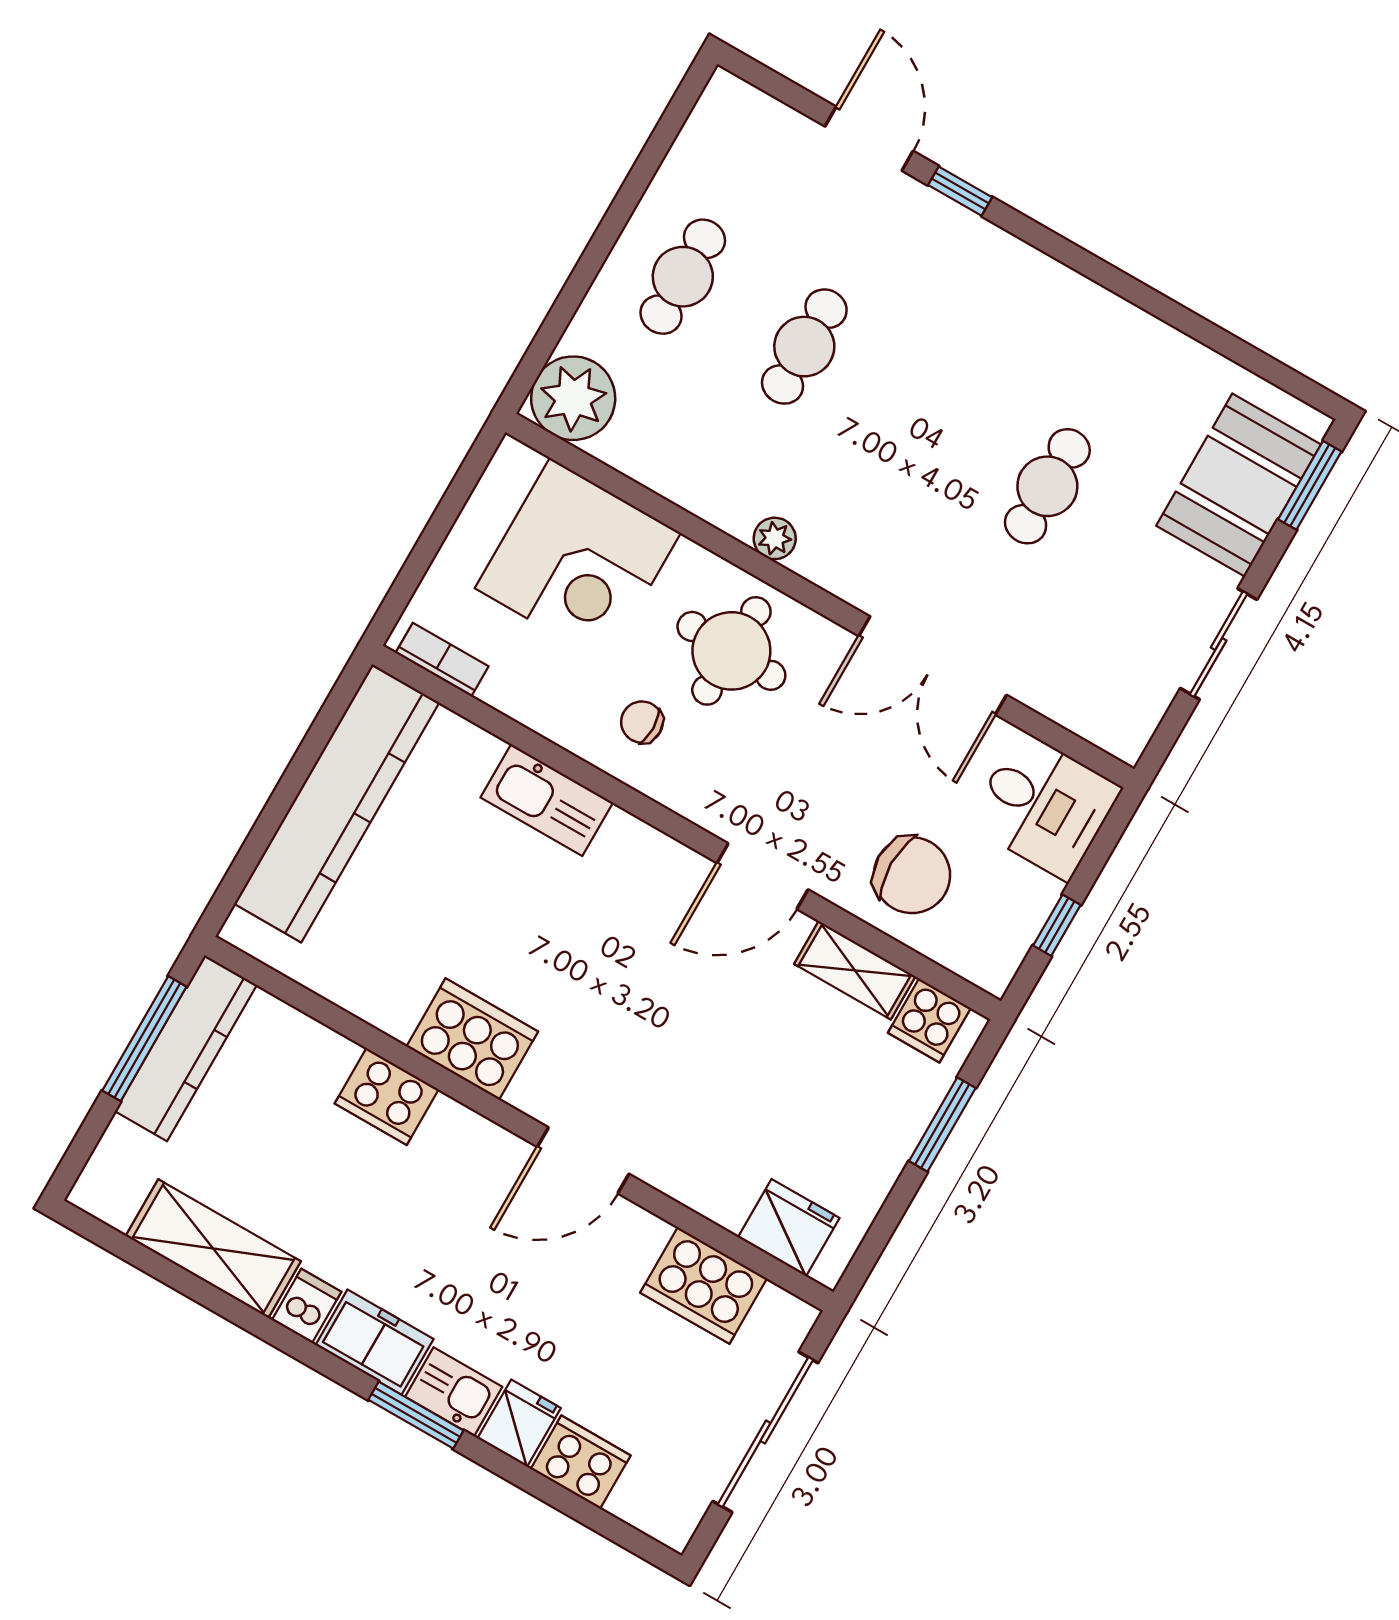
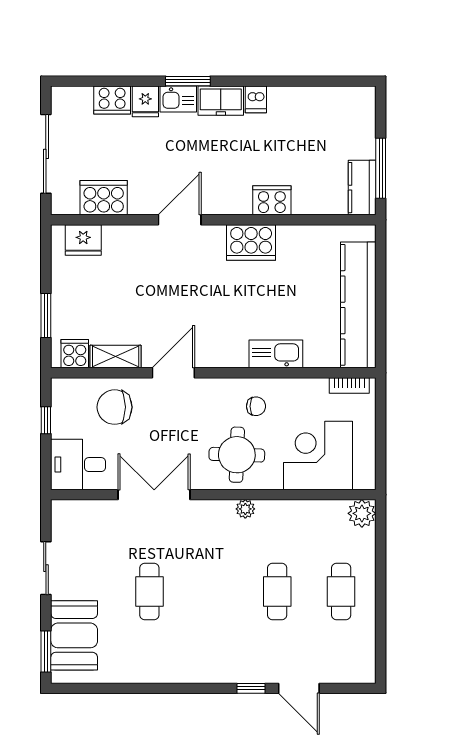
plant: (573, 398) -> (362, 513), width x0.73, depth x0.73
kitchen counter: (186, 1048) -> (362, 188), width x0.67
shelving: (213, 1249) -> (306, 101), removed

